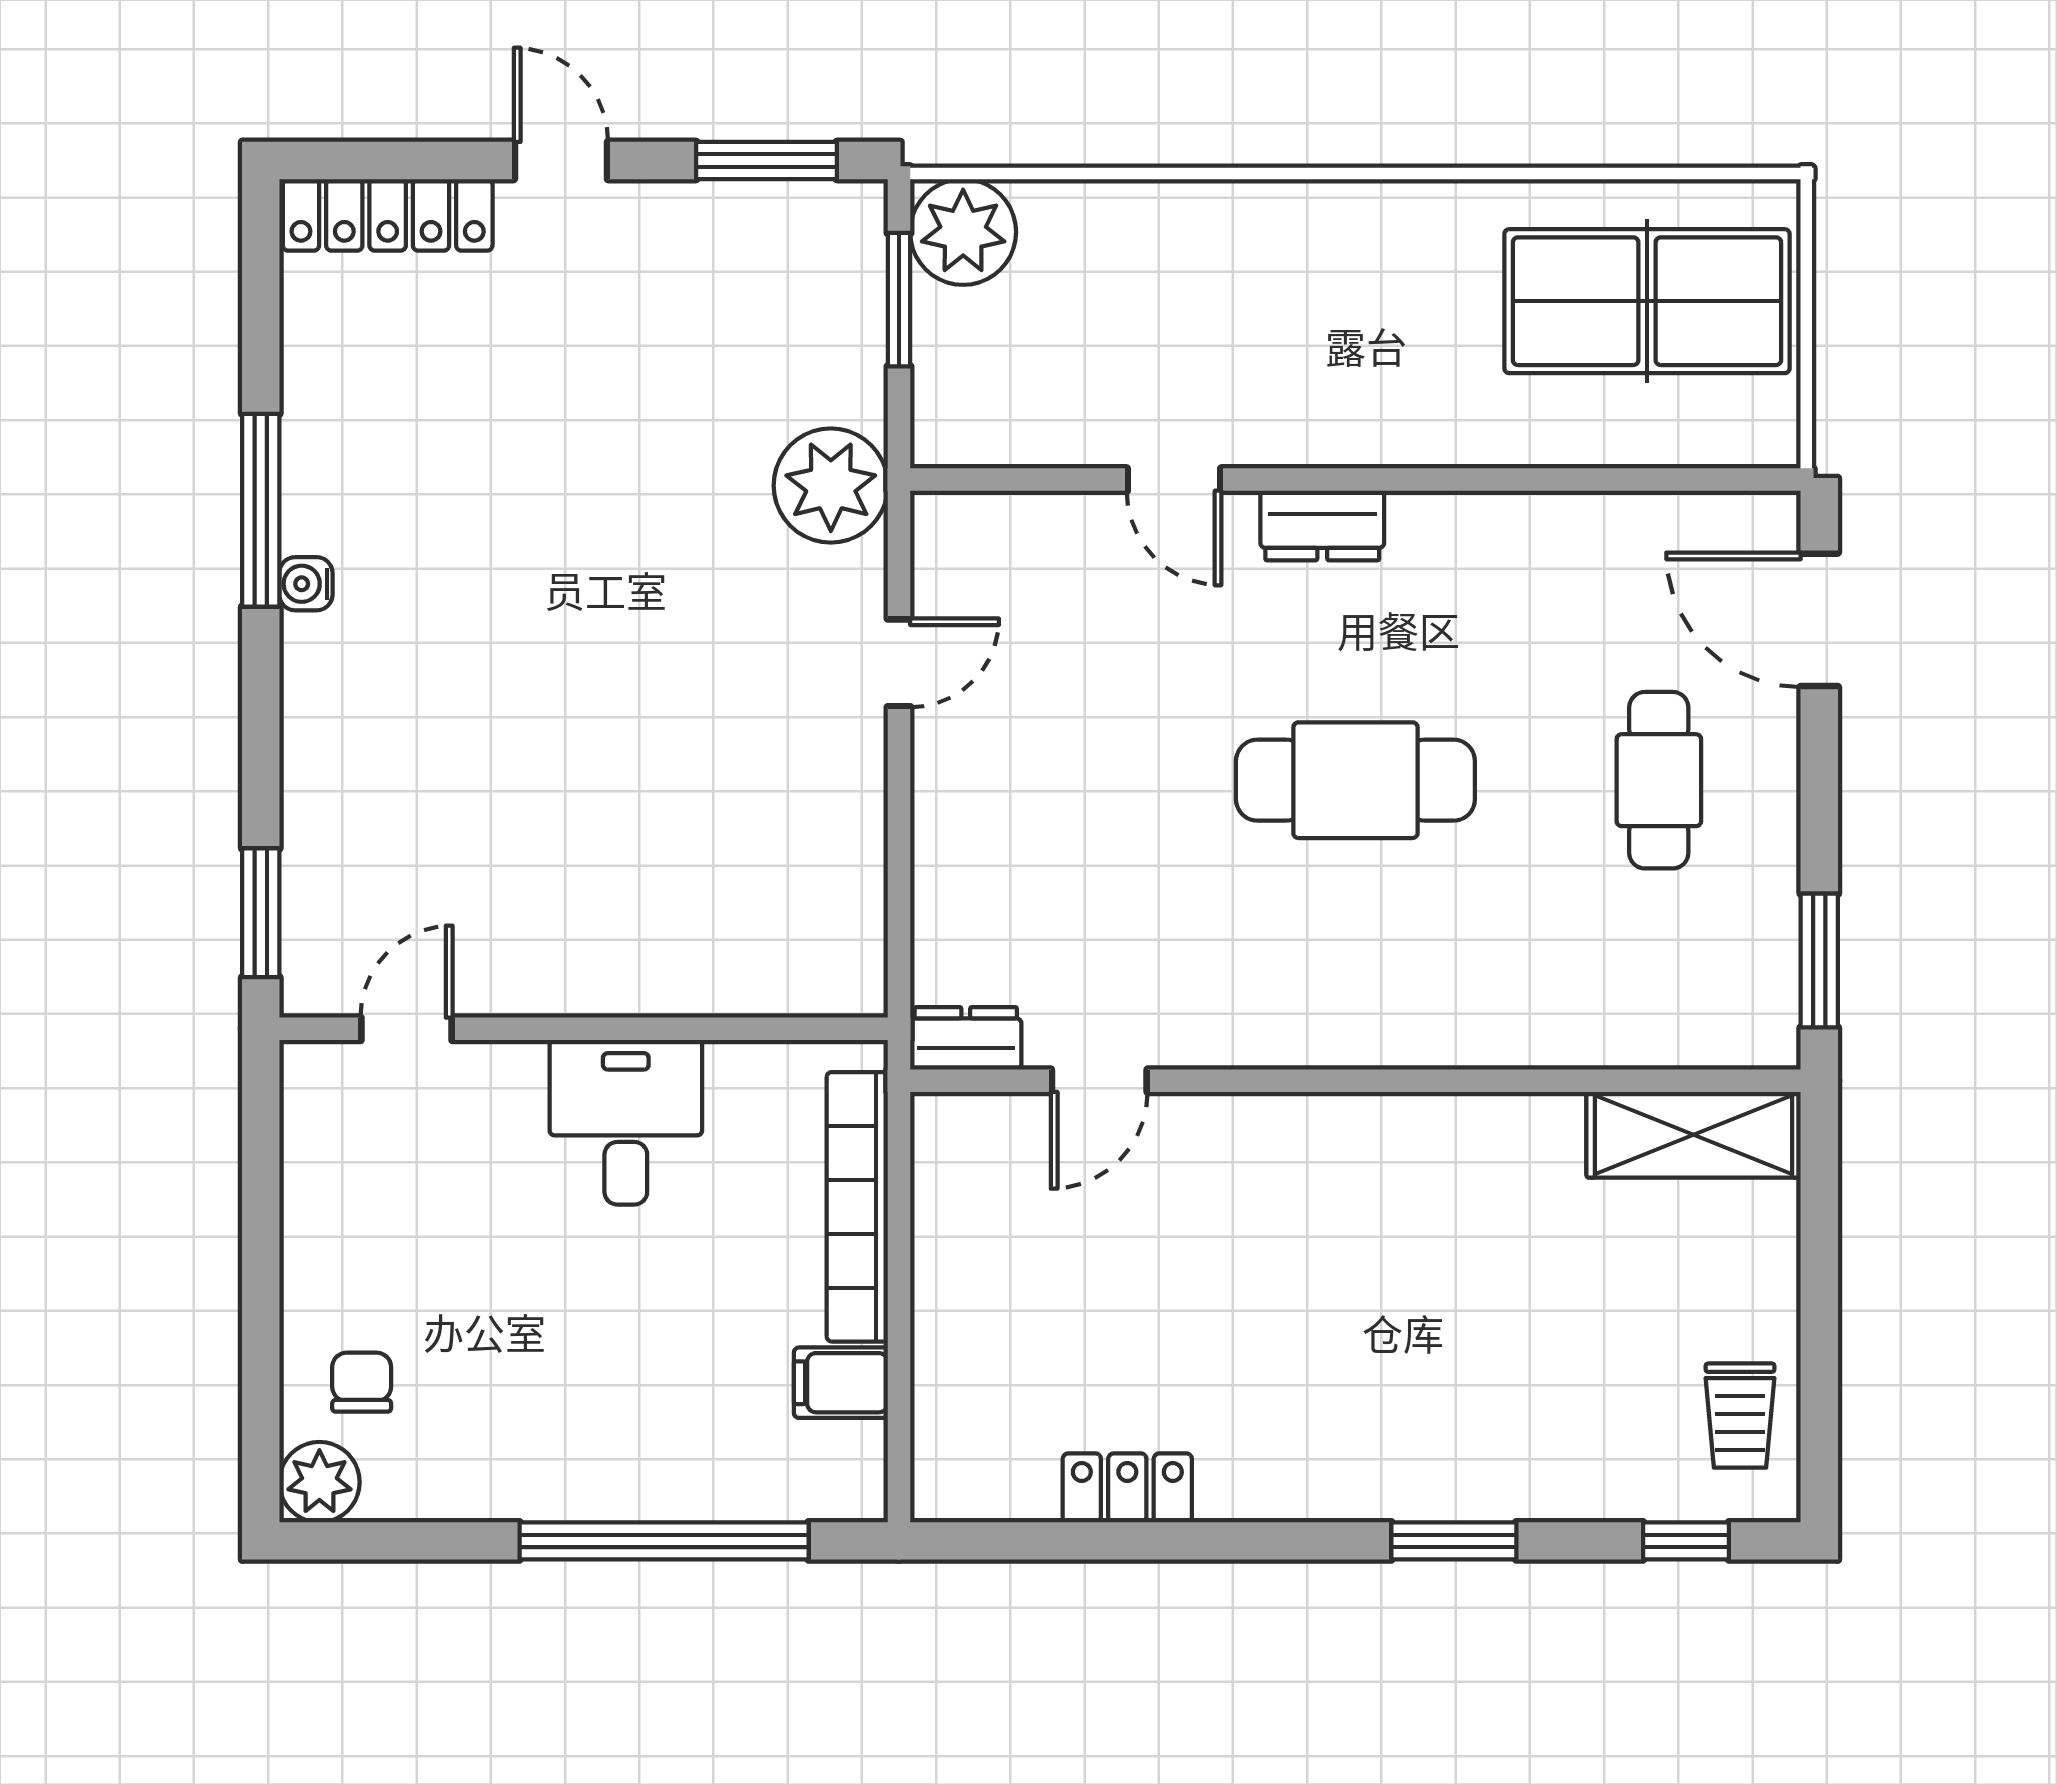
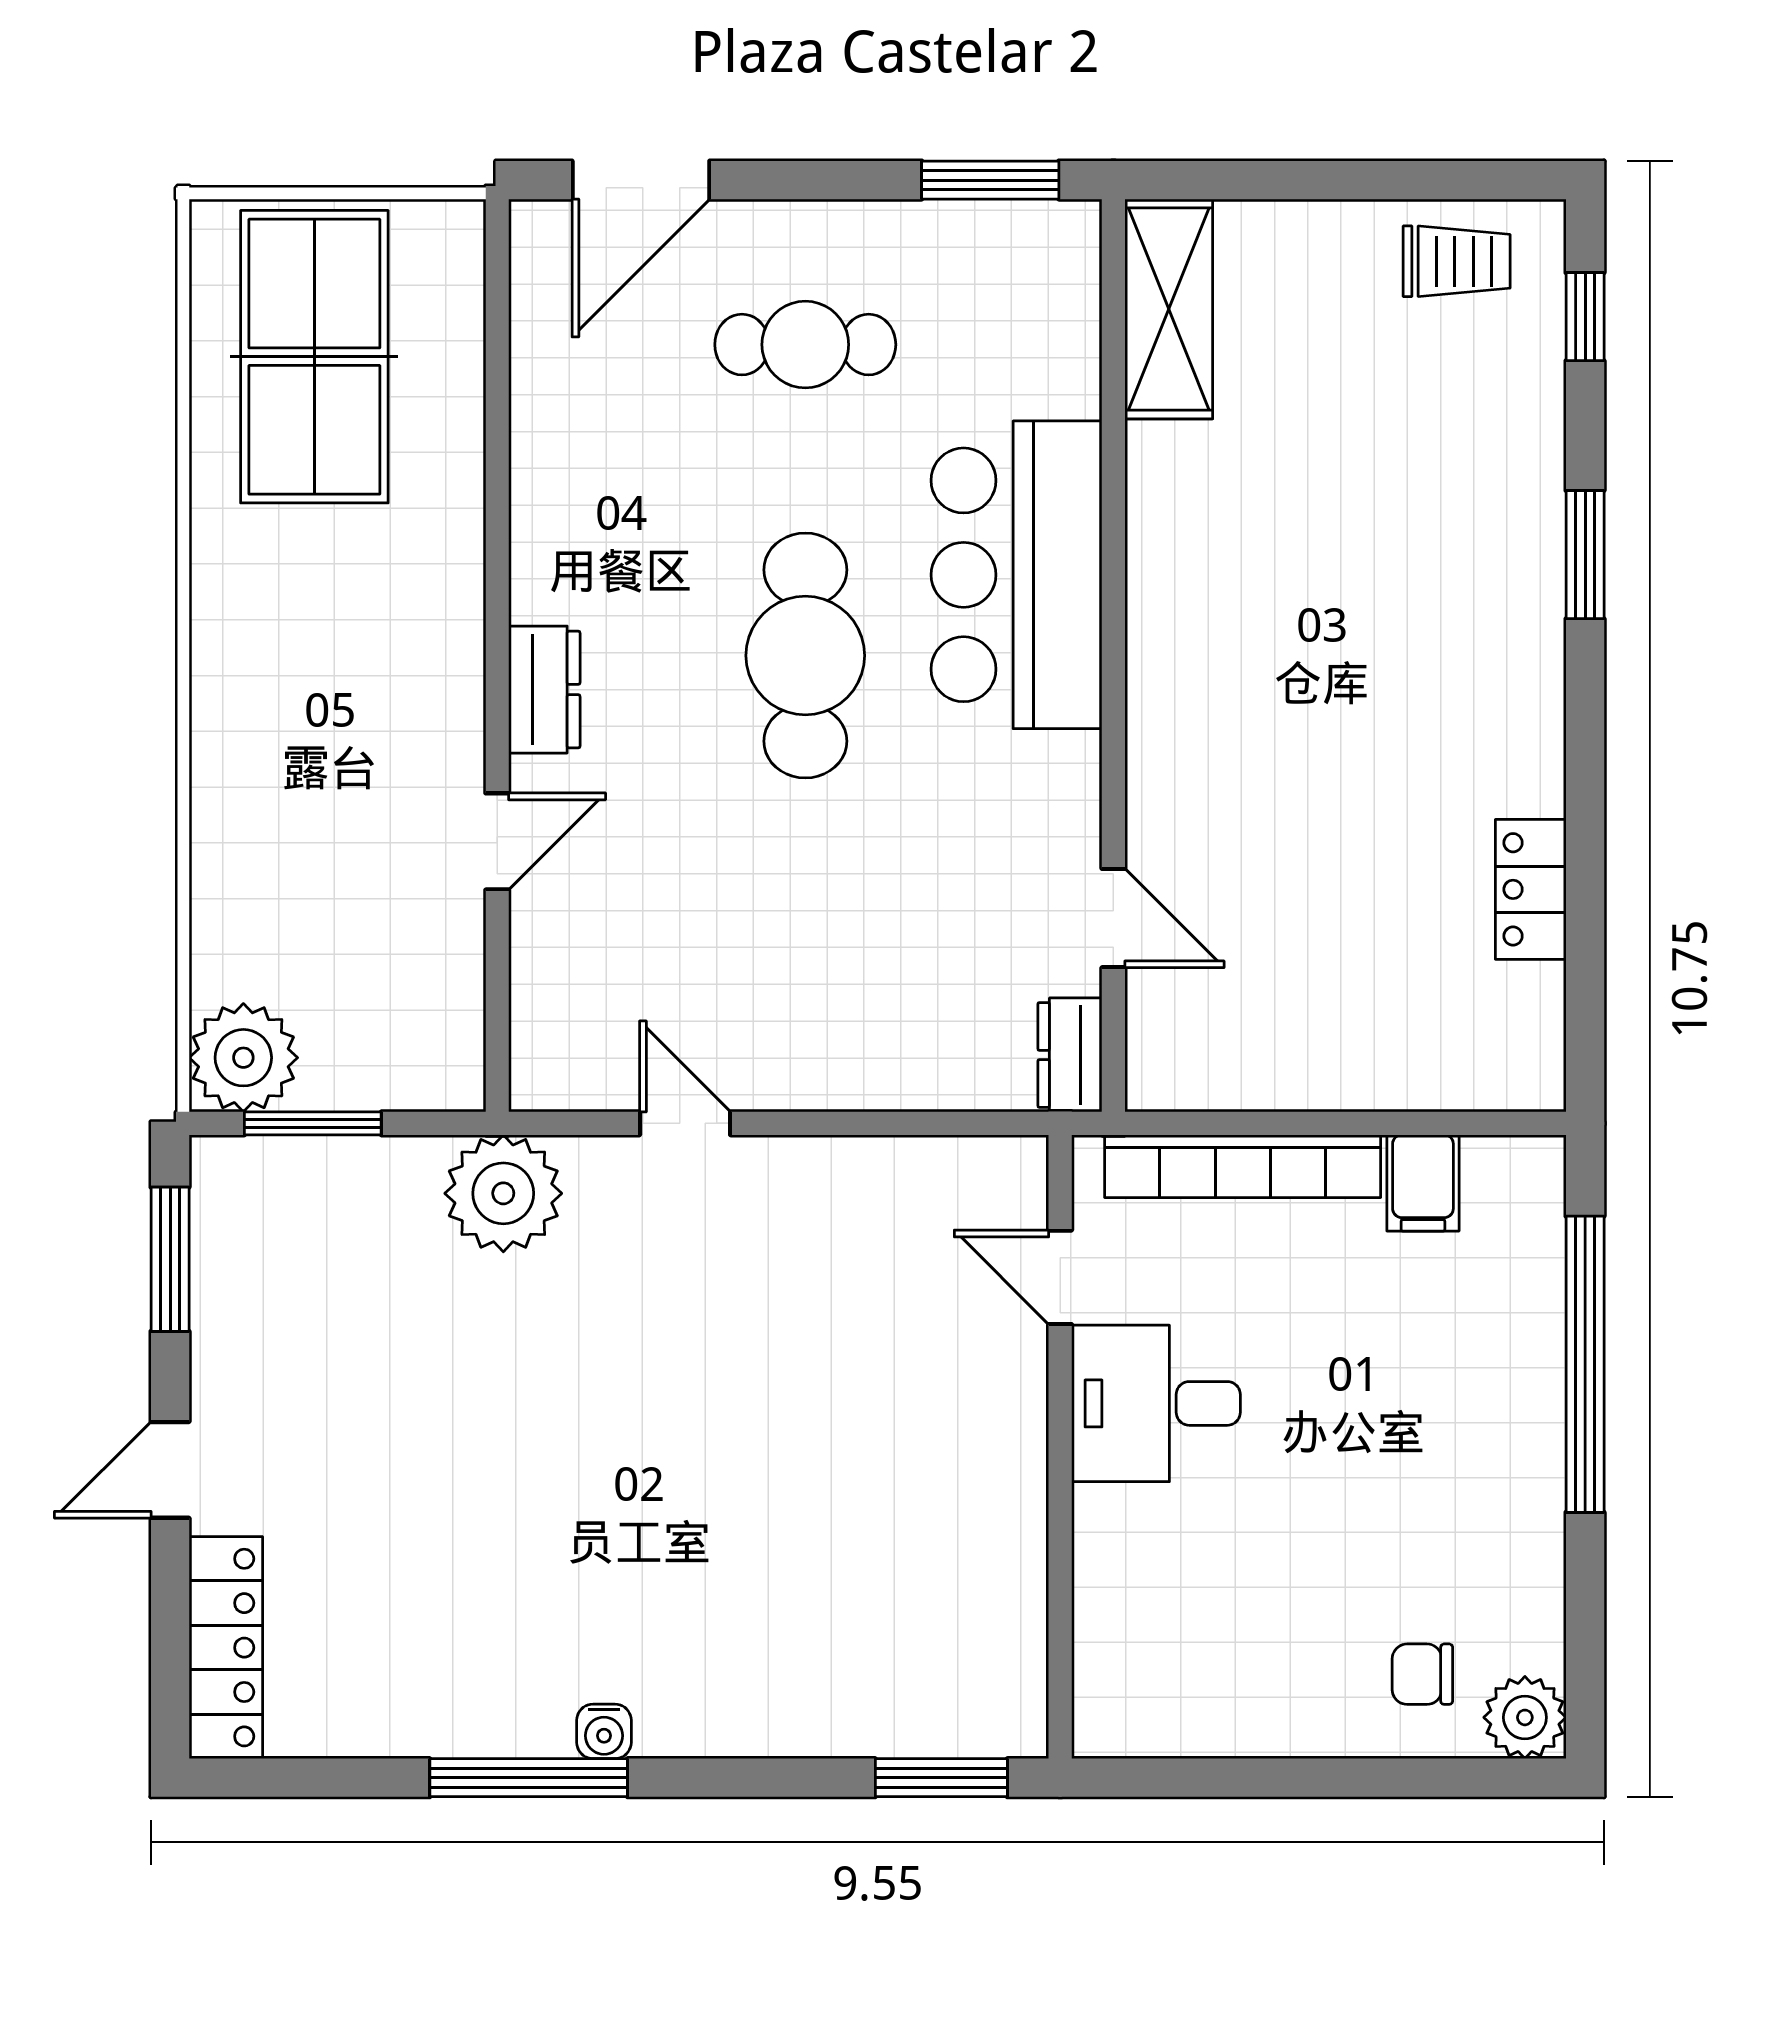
bar counter: (1434, 986) -> (1017, 575), added
door: (406, 1029) -> (1060, 1277), moved

